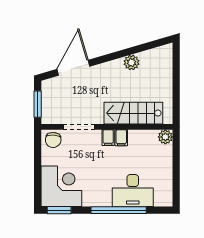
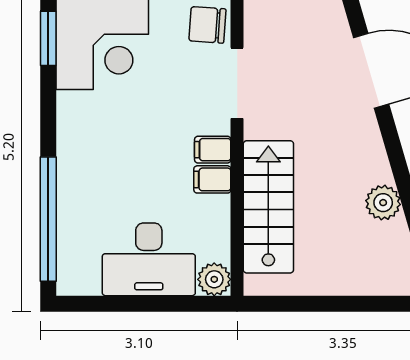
desk: (133, 191) -> (149, 259), moved, turned -90
window: (119, 210) -> (48, 219), moved

